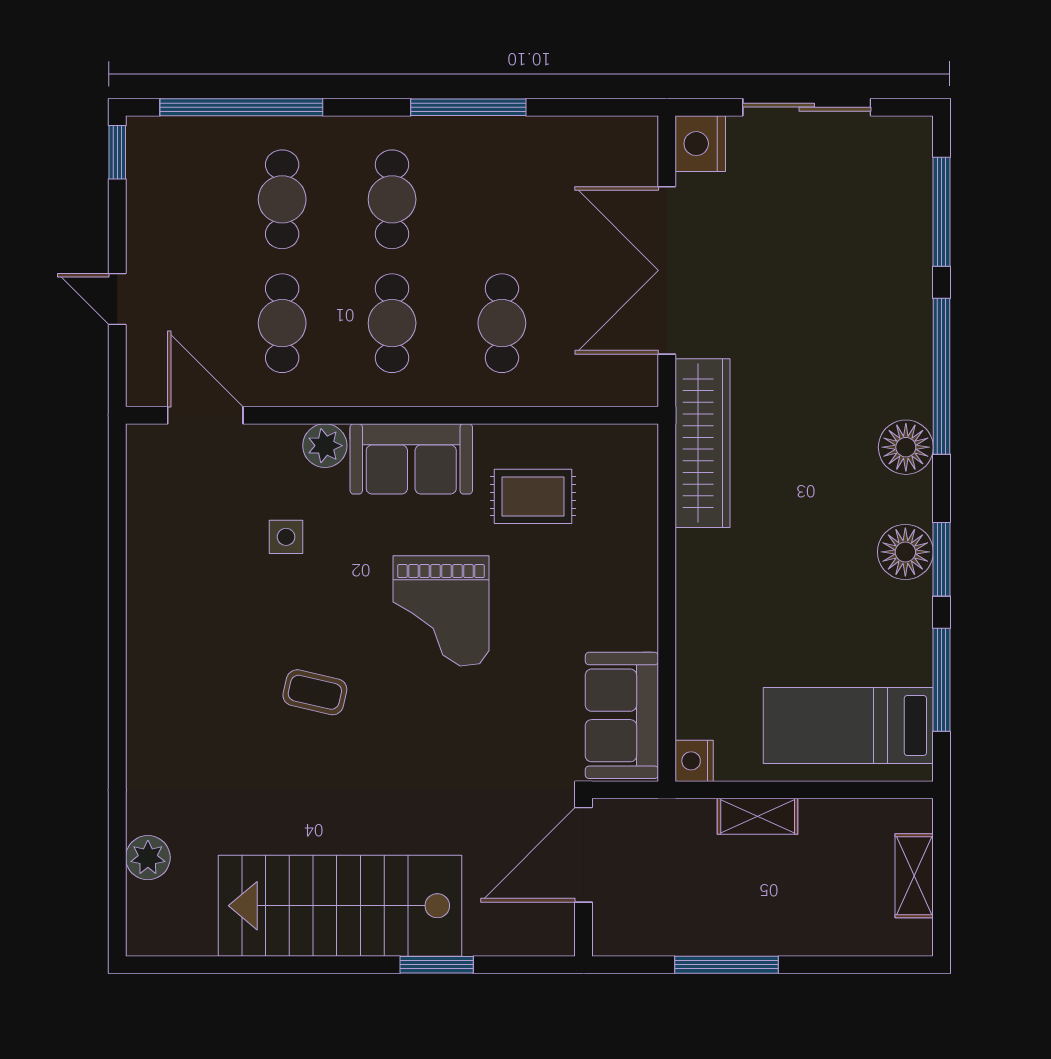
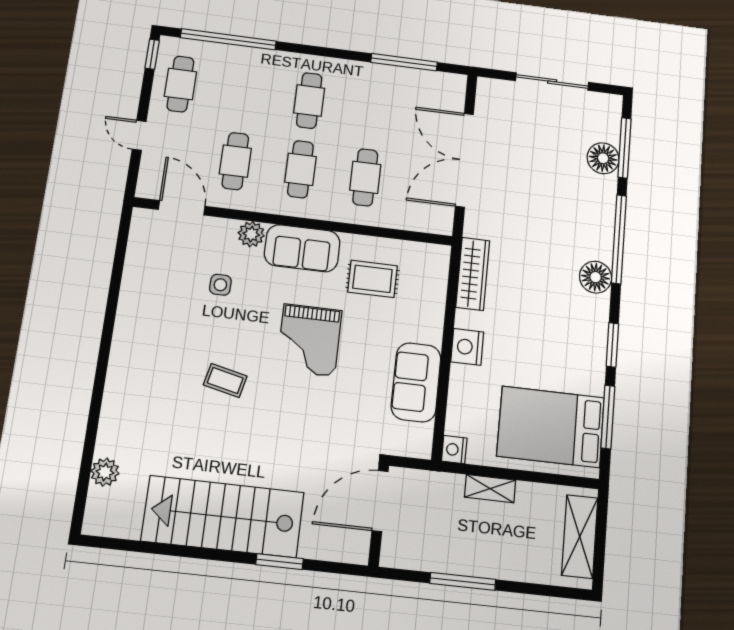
window: (468, 107) -> (404, 62), moved
nightstand: (700, 144) -> (467, 347), moved
cafe table: (282, 199) -> (180, 84), moved
wardrobe: (702, 443) -> (473, 274), width x0.71, depth x0.85
floor lamp: (905, 552) -> (603, 158), moved
sofa: (622, 715) -> (416, 382), moved
bed: (848, 726) -> (551, 427), width x1.50
shelving: (914, 876) -> (580, 536), width x1.50, depth x1.33

